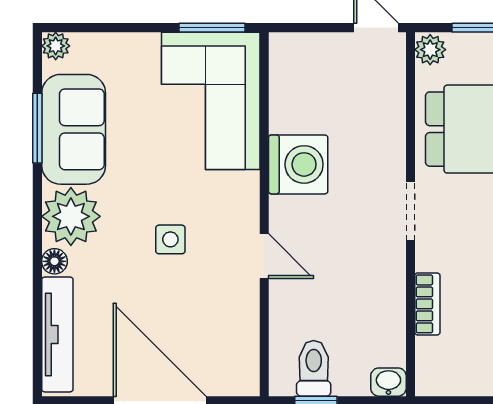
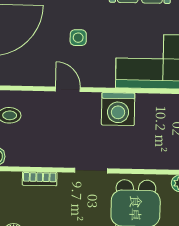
door: (264, 256) -> (68, 89), swing flipped

